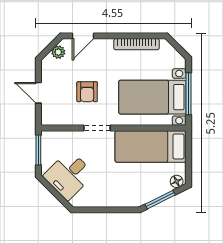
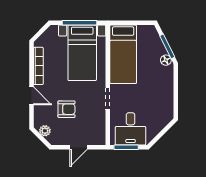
door: (83, 36) -> (31, 96), moved
armchair: (87, 92) -> (66, 109), moved
desk: (69, 175) -> (131, 129), moved, turned 45
floor lamp: (177, 181) -> (166, 60), moved

